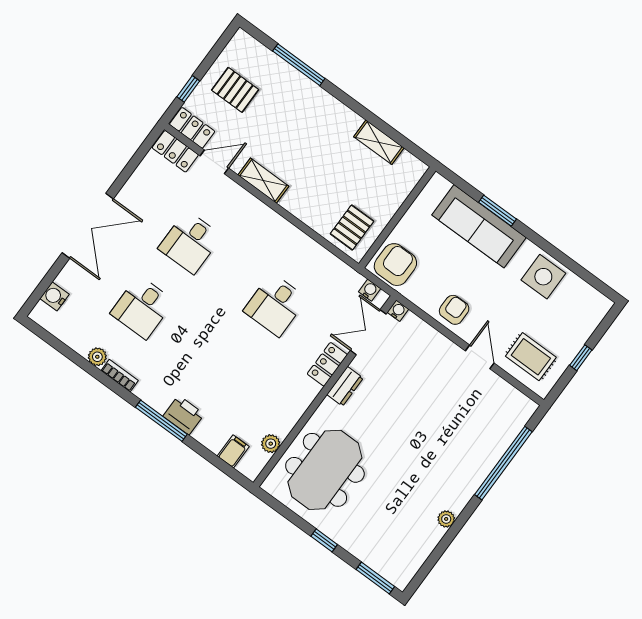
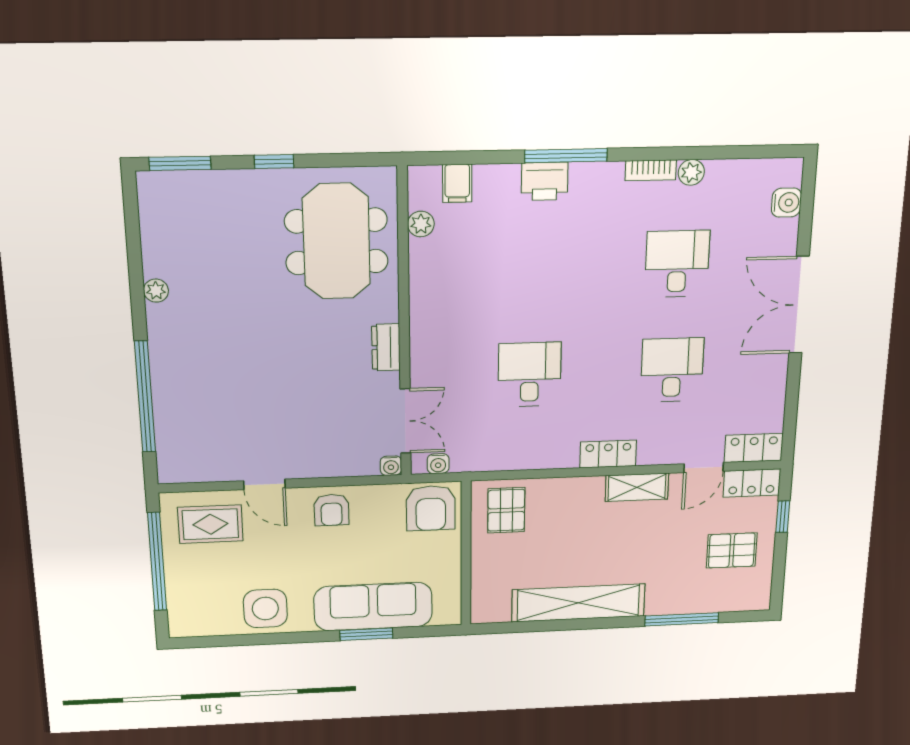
shelving: (379, 142) -> (578, 603), width x2.20, depth x1.33
window: (581, 358) -> (157, 562), width x3.17
locker: (327, 364) -> (608, 454), moved, turned -90

